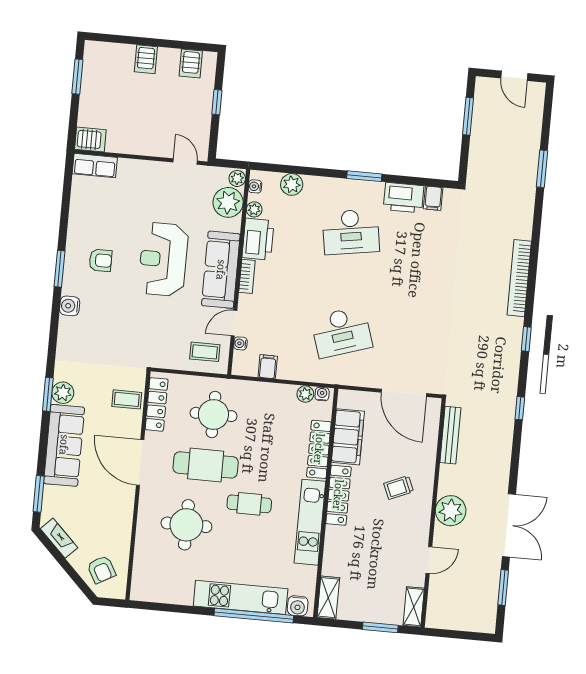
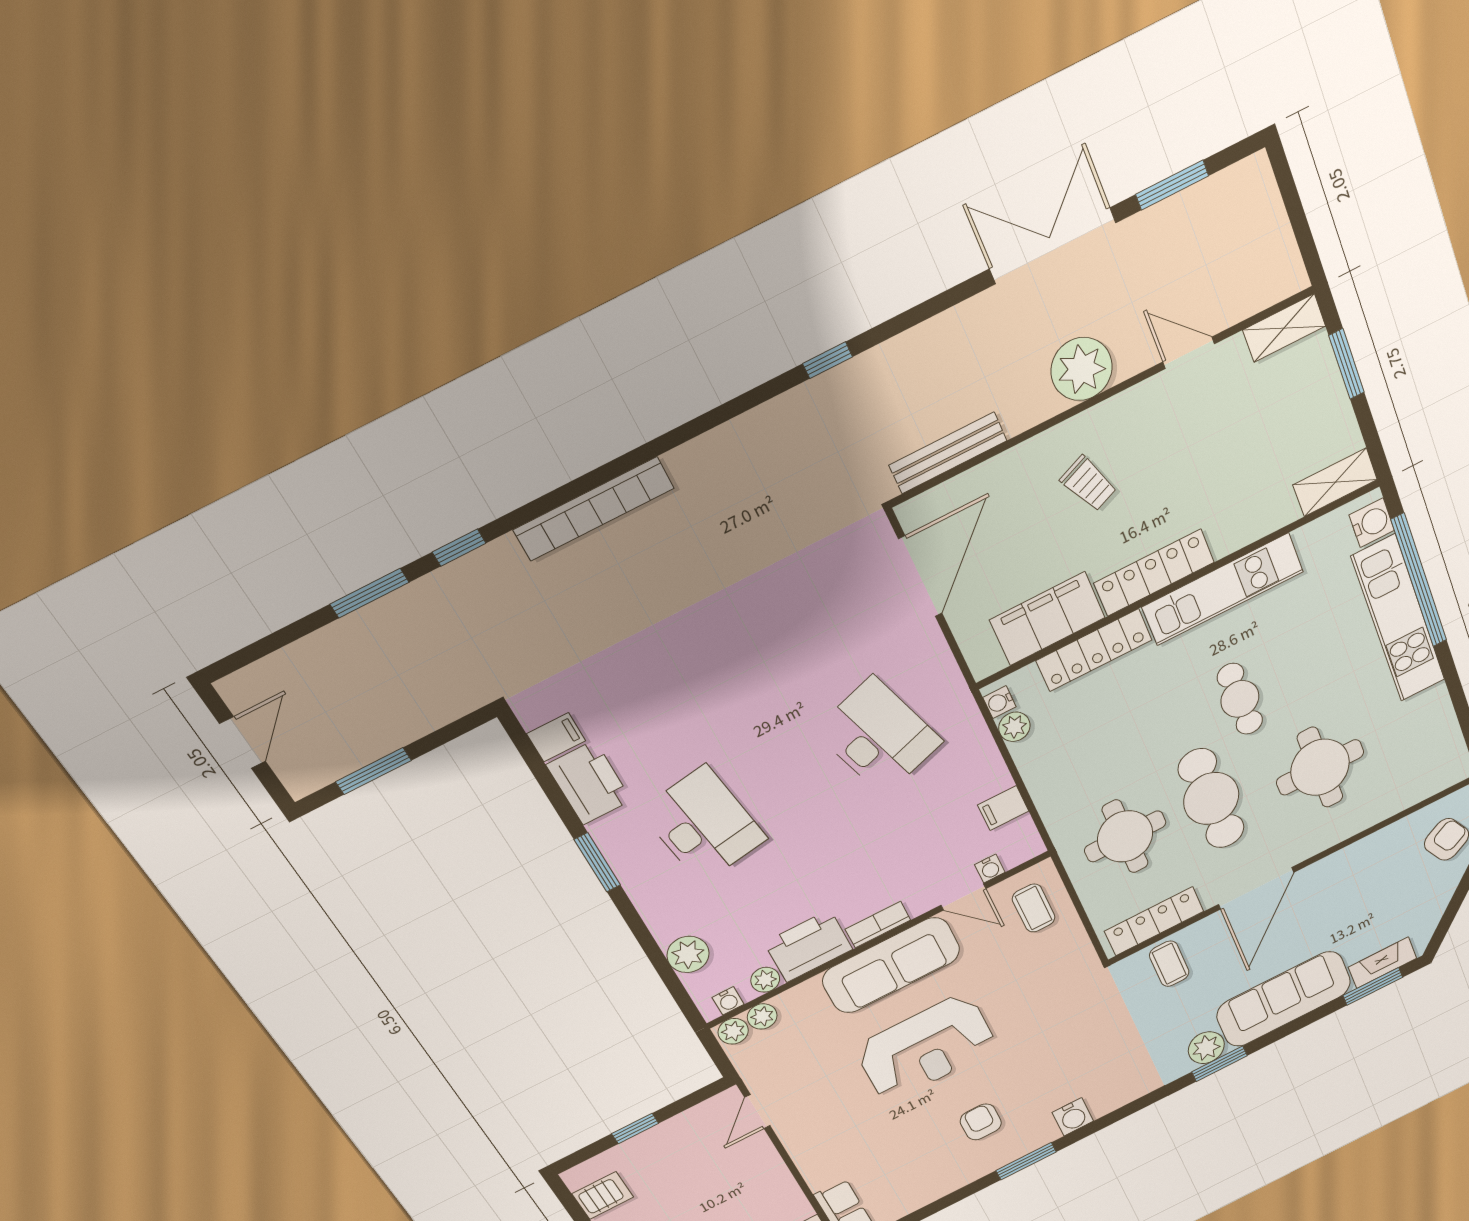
plant: (228, 202) -> (762, 1016), width x0.53, depth x0.53
window: (526, 339) -> (459, 548), moved
fireplace: (59, 538) -> (1383, 963), moved, turned 45

